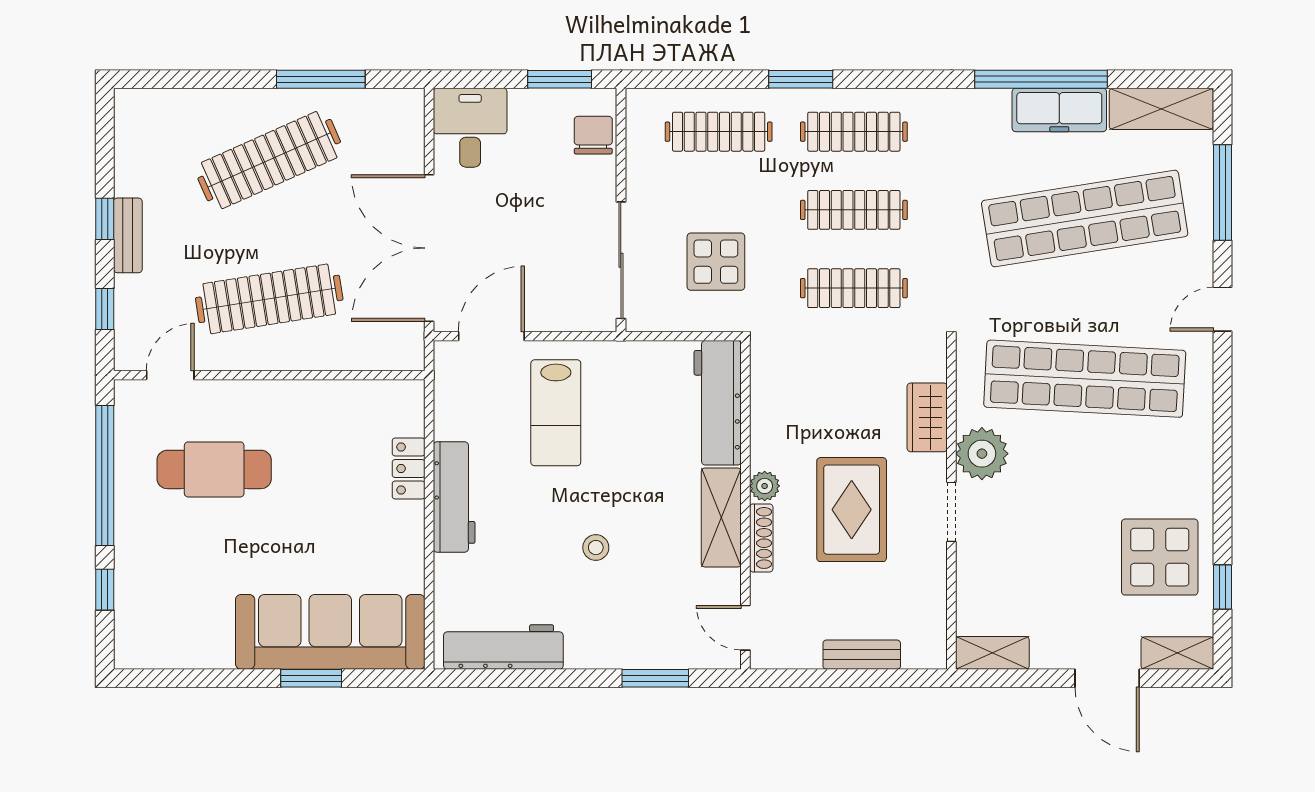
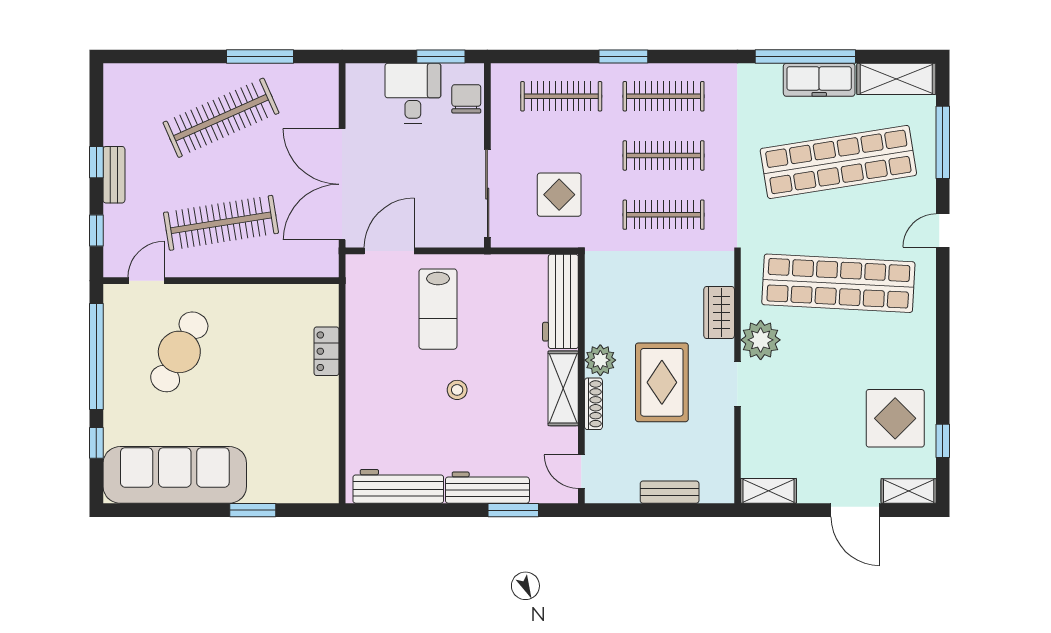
desk: (470, 128) -> (413, 93), moved
cafe table: (214, 469) -> (179, 352), turned -62
plant: (765, 486) -> (600, 360), width x1.38, depth x1.38
workbench: (454, 497) -> (487, 488), moved, turned -90
stool: (596, 548) -> (457, 390), moved
sofa: (330, 632) -> (175, 475), moved

